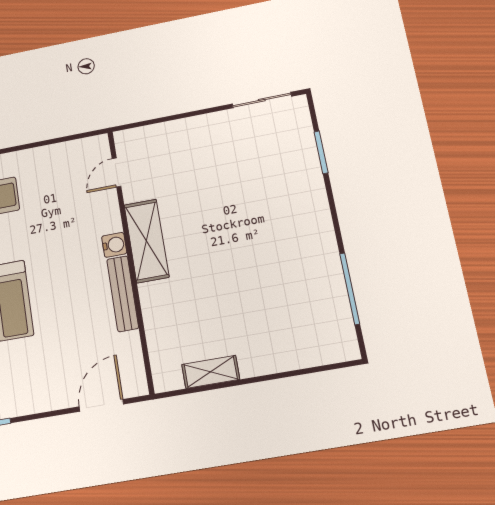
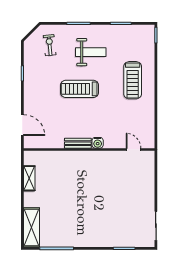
shelving: (146, 241) -> (31, 227), moved, turned 90
bench: (123, 294) -> (78, 143), width x0.73

